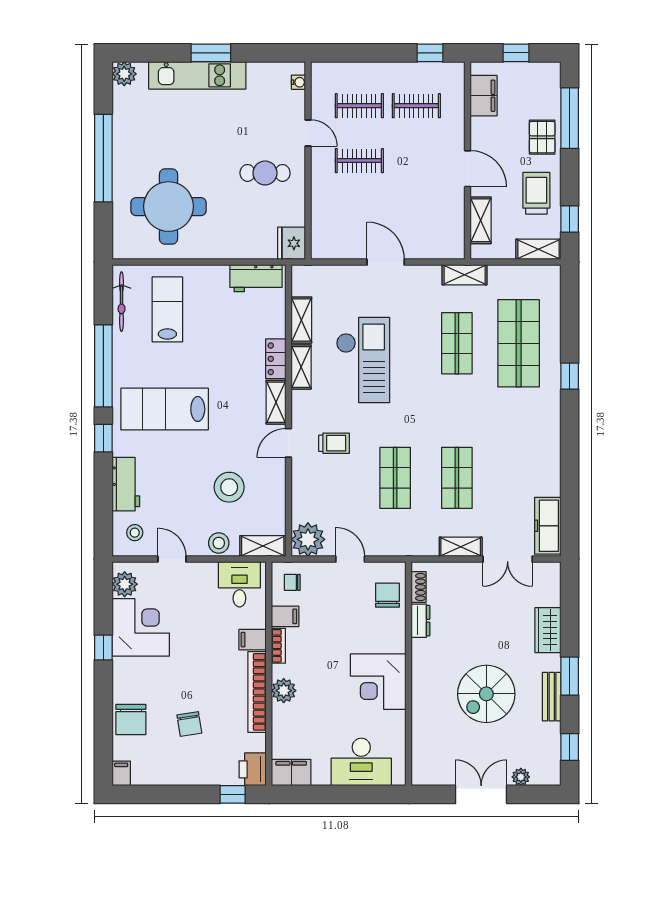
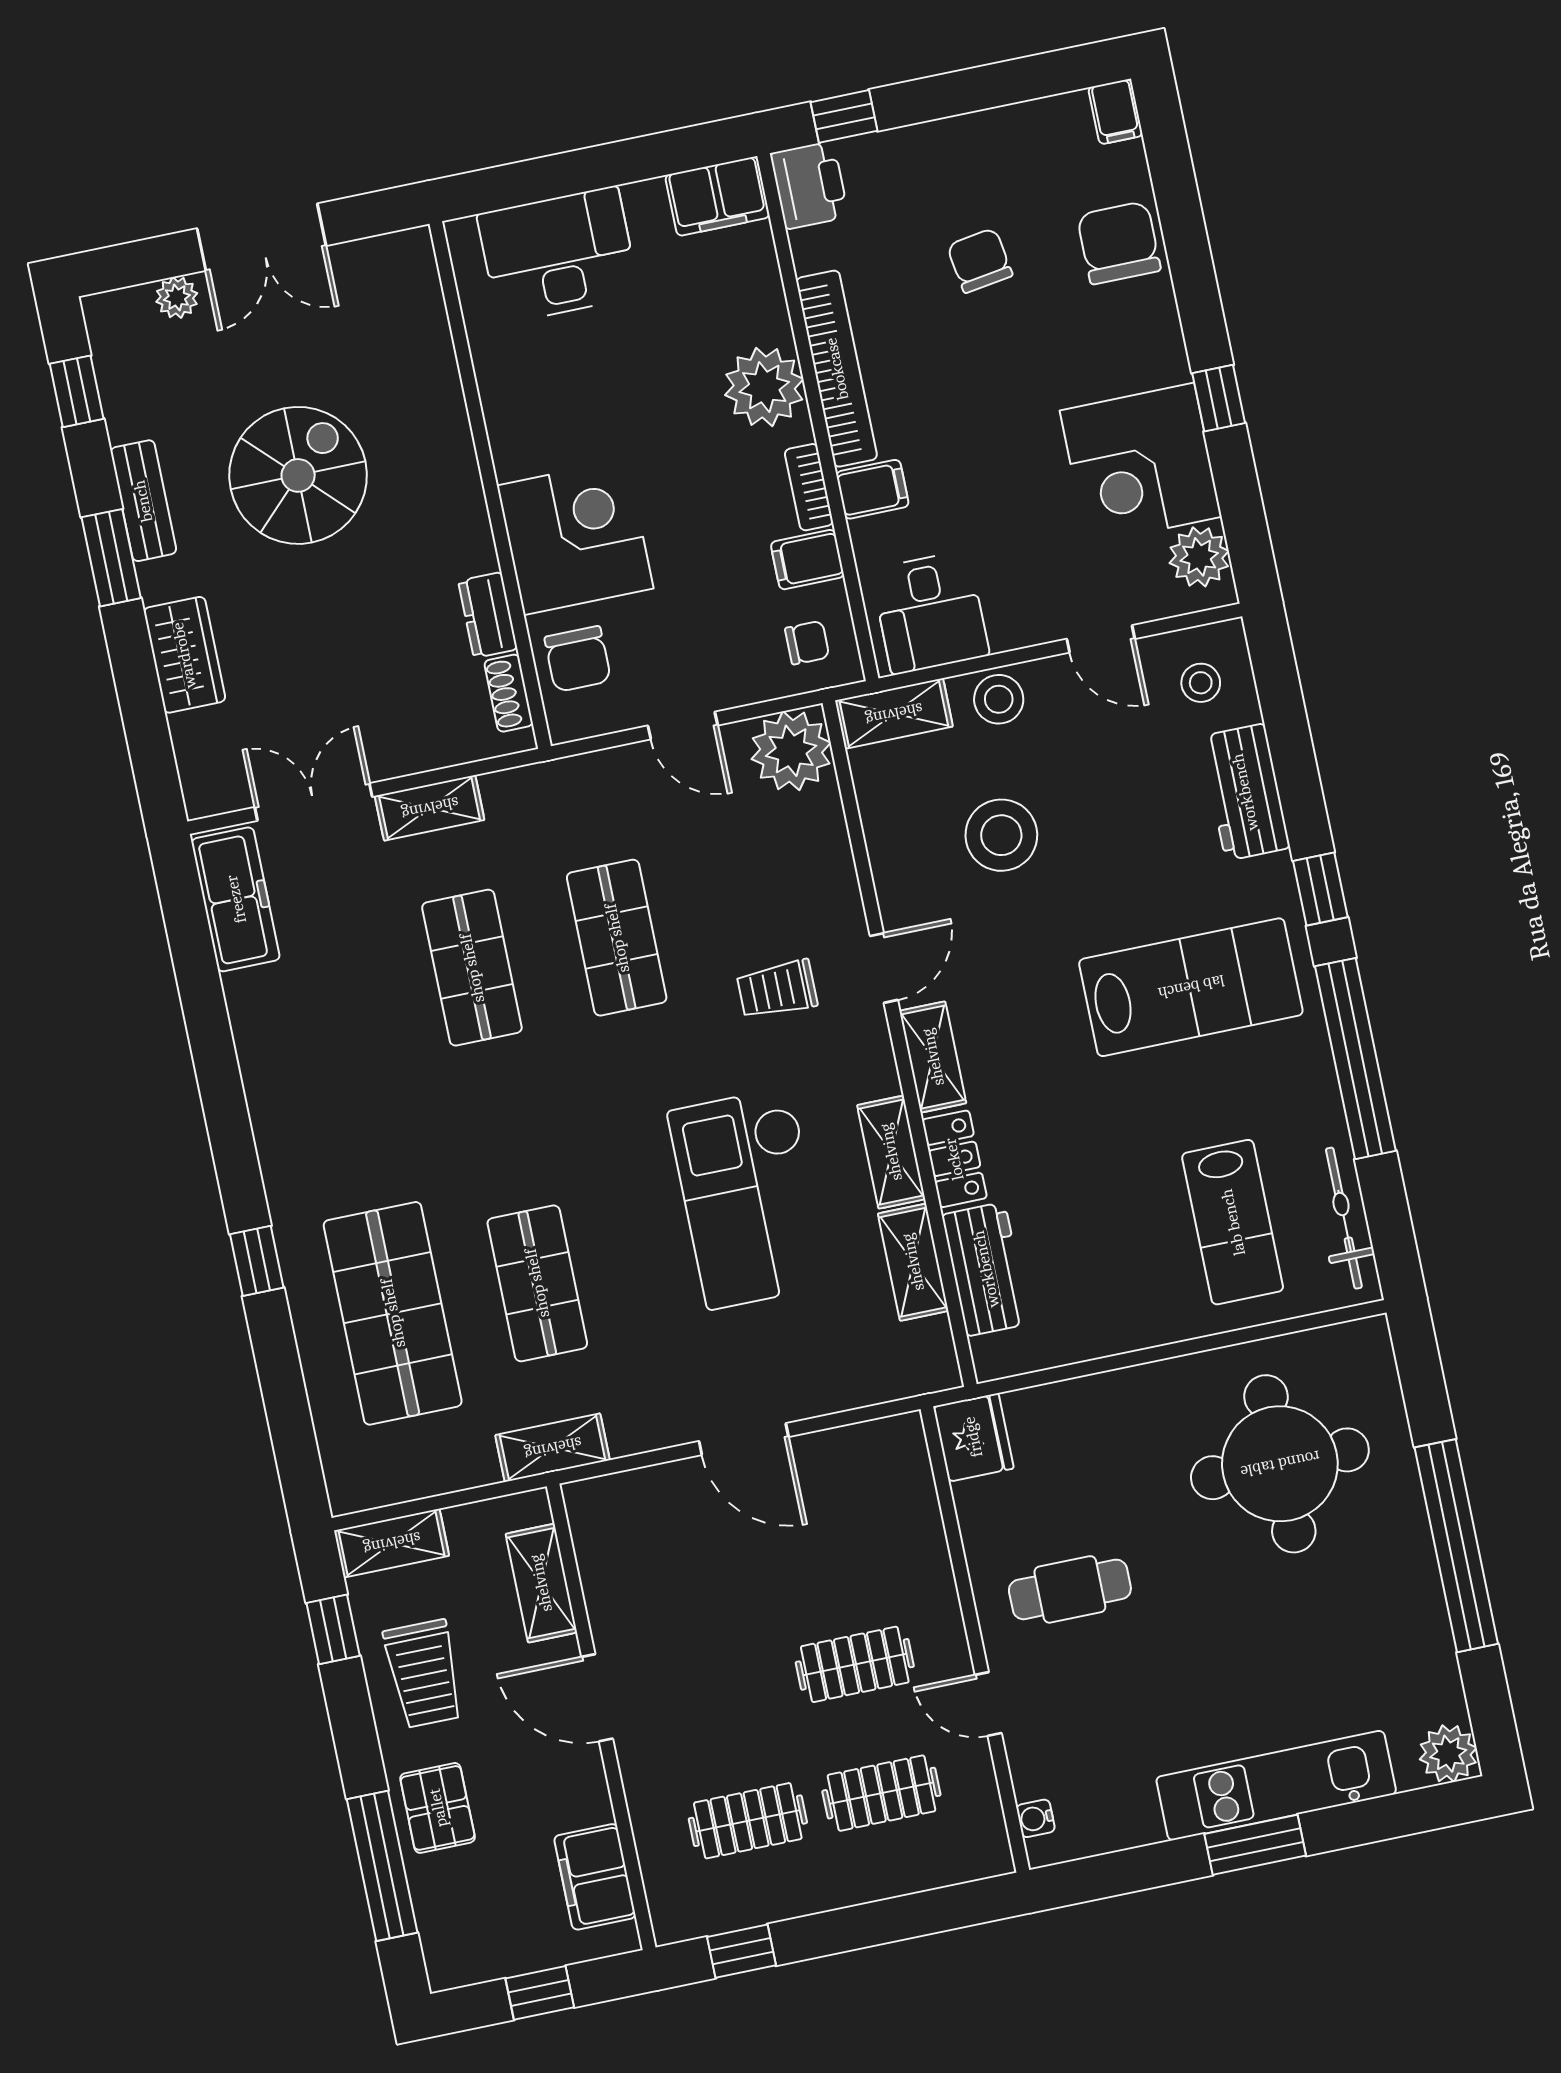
workbench: (256, 278) -> (986, 1269), moved, turned 90
corner desk: (378, 682) -> (575, 537), moved
plant: (284, 691) -> (764, 387), width x1.36, depth x1.36

